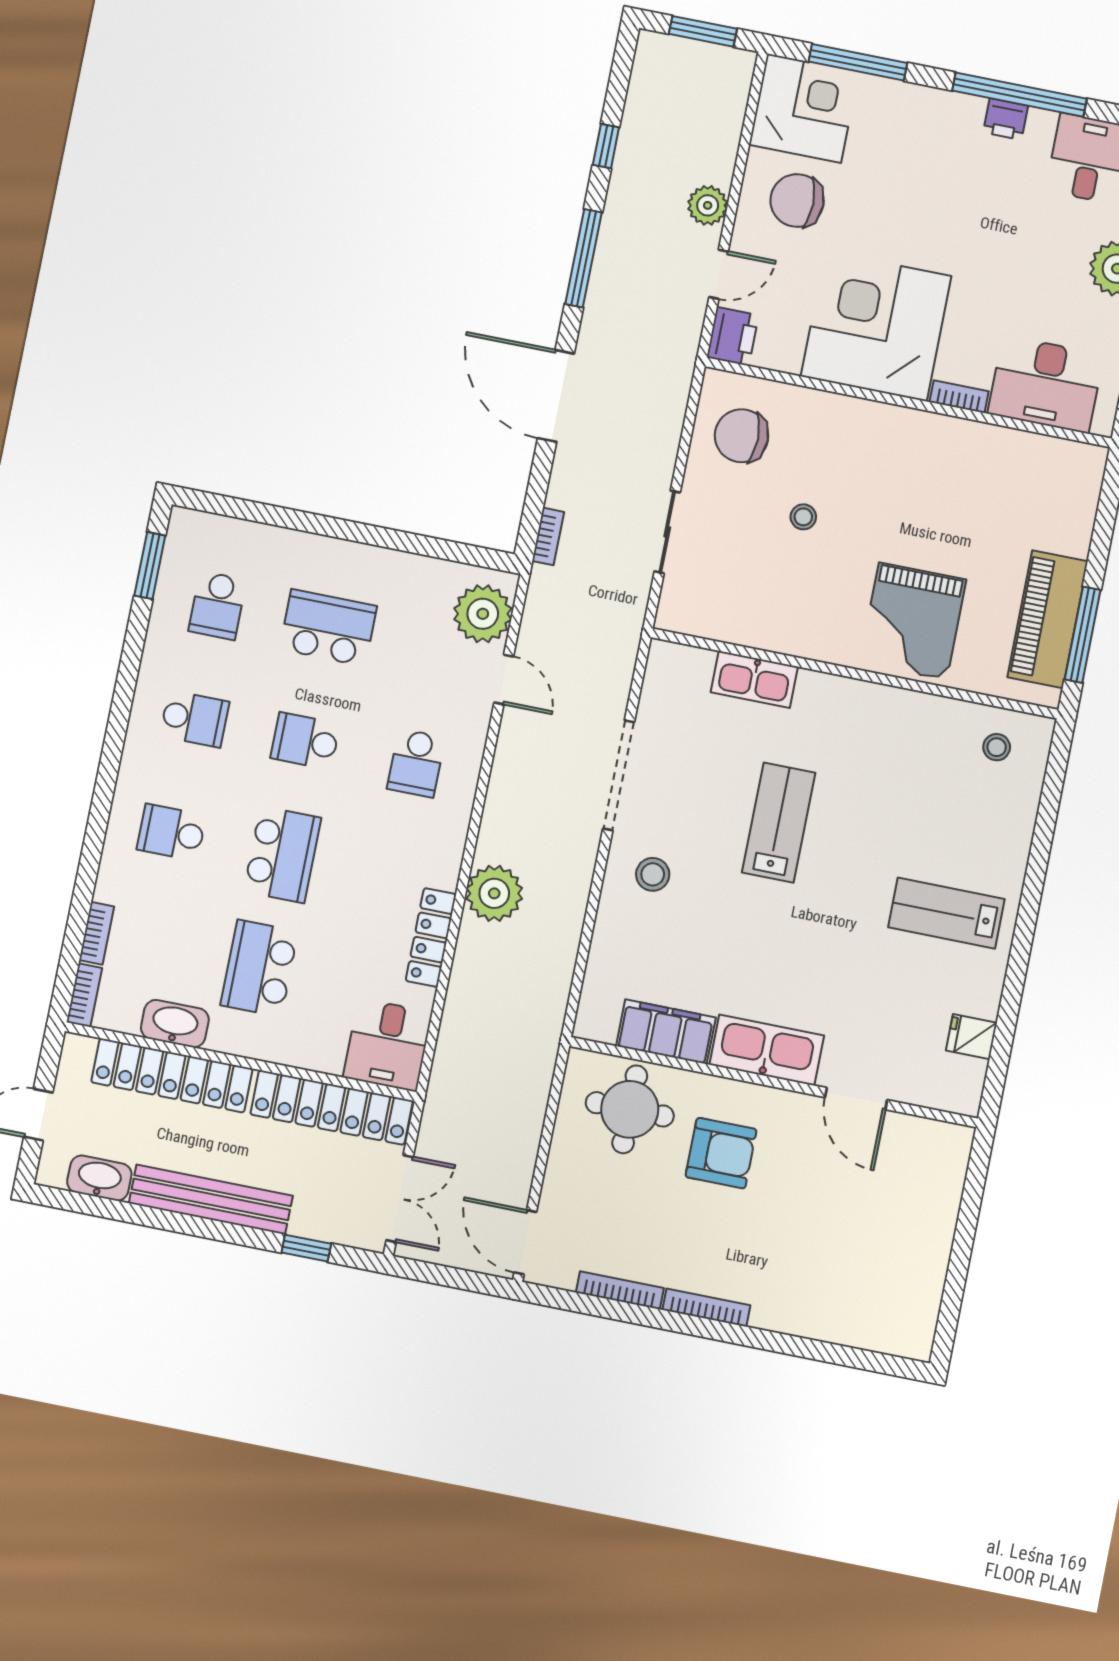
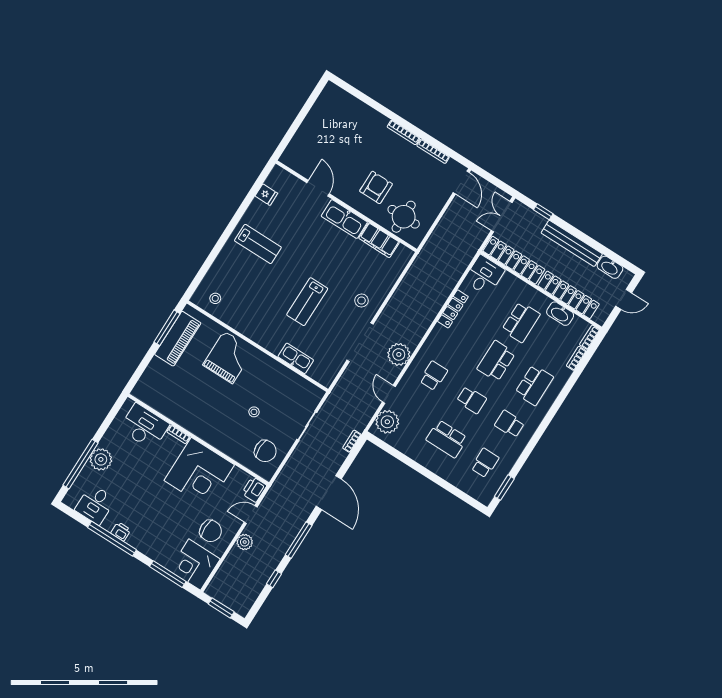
school desk: (172, 832) -> (534, 385), width x1.85
plant: (494, 893) -> (399, 354), moved
armchair: (721, 1153) -> (376, 187), turned 90

